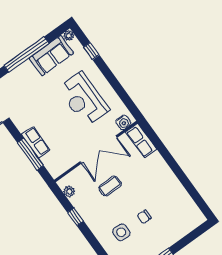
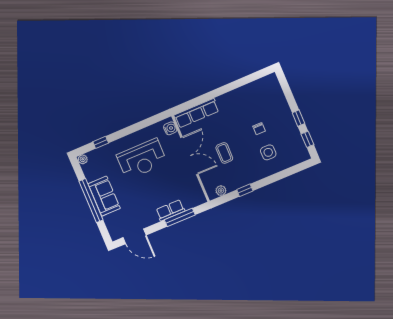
sofa: (51, 56) -> (104, 196), moved
row of seats: (141, 141) -> (196, 113), width x1.48

